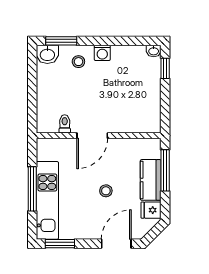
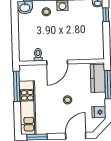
kitchen counter: (151, 180) -> (98, 78), moved
window: (32, 189) -> (17, 86), moved

